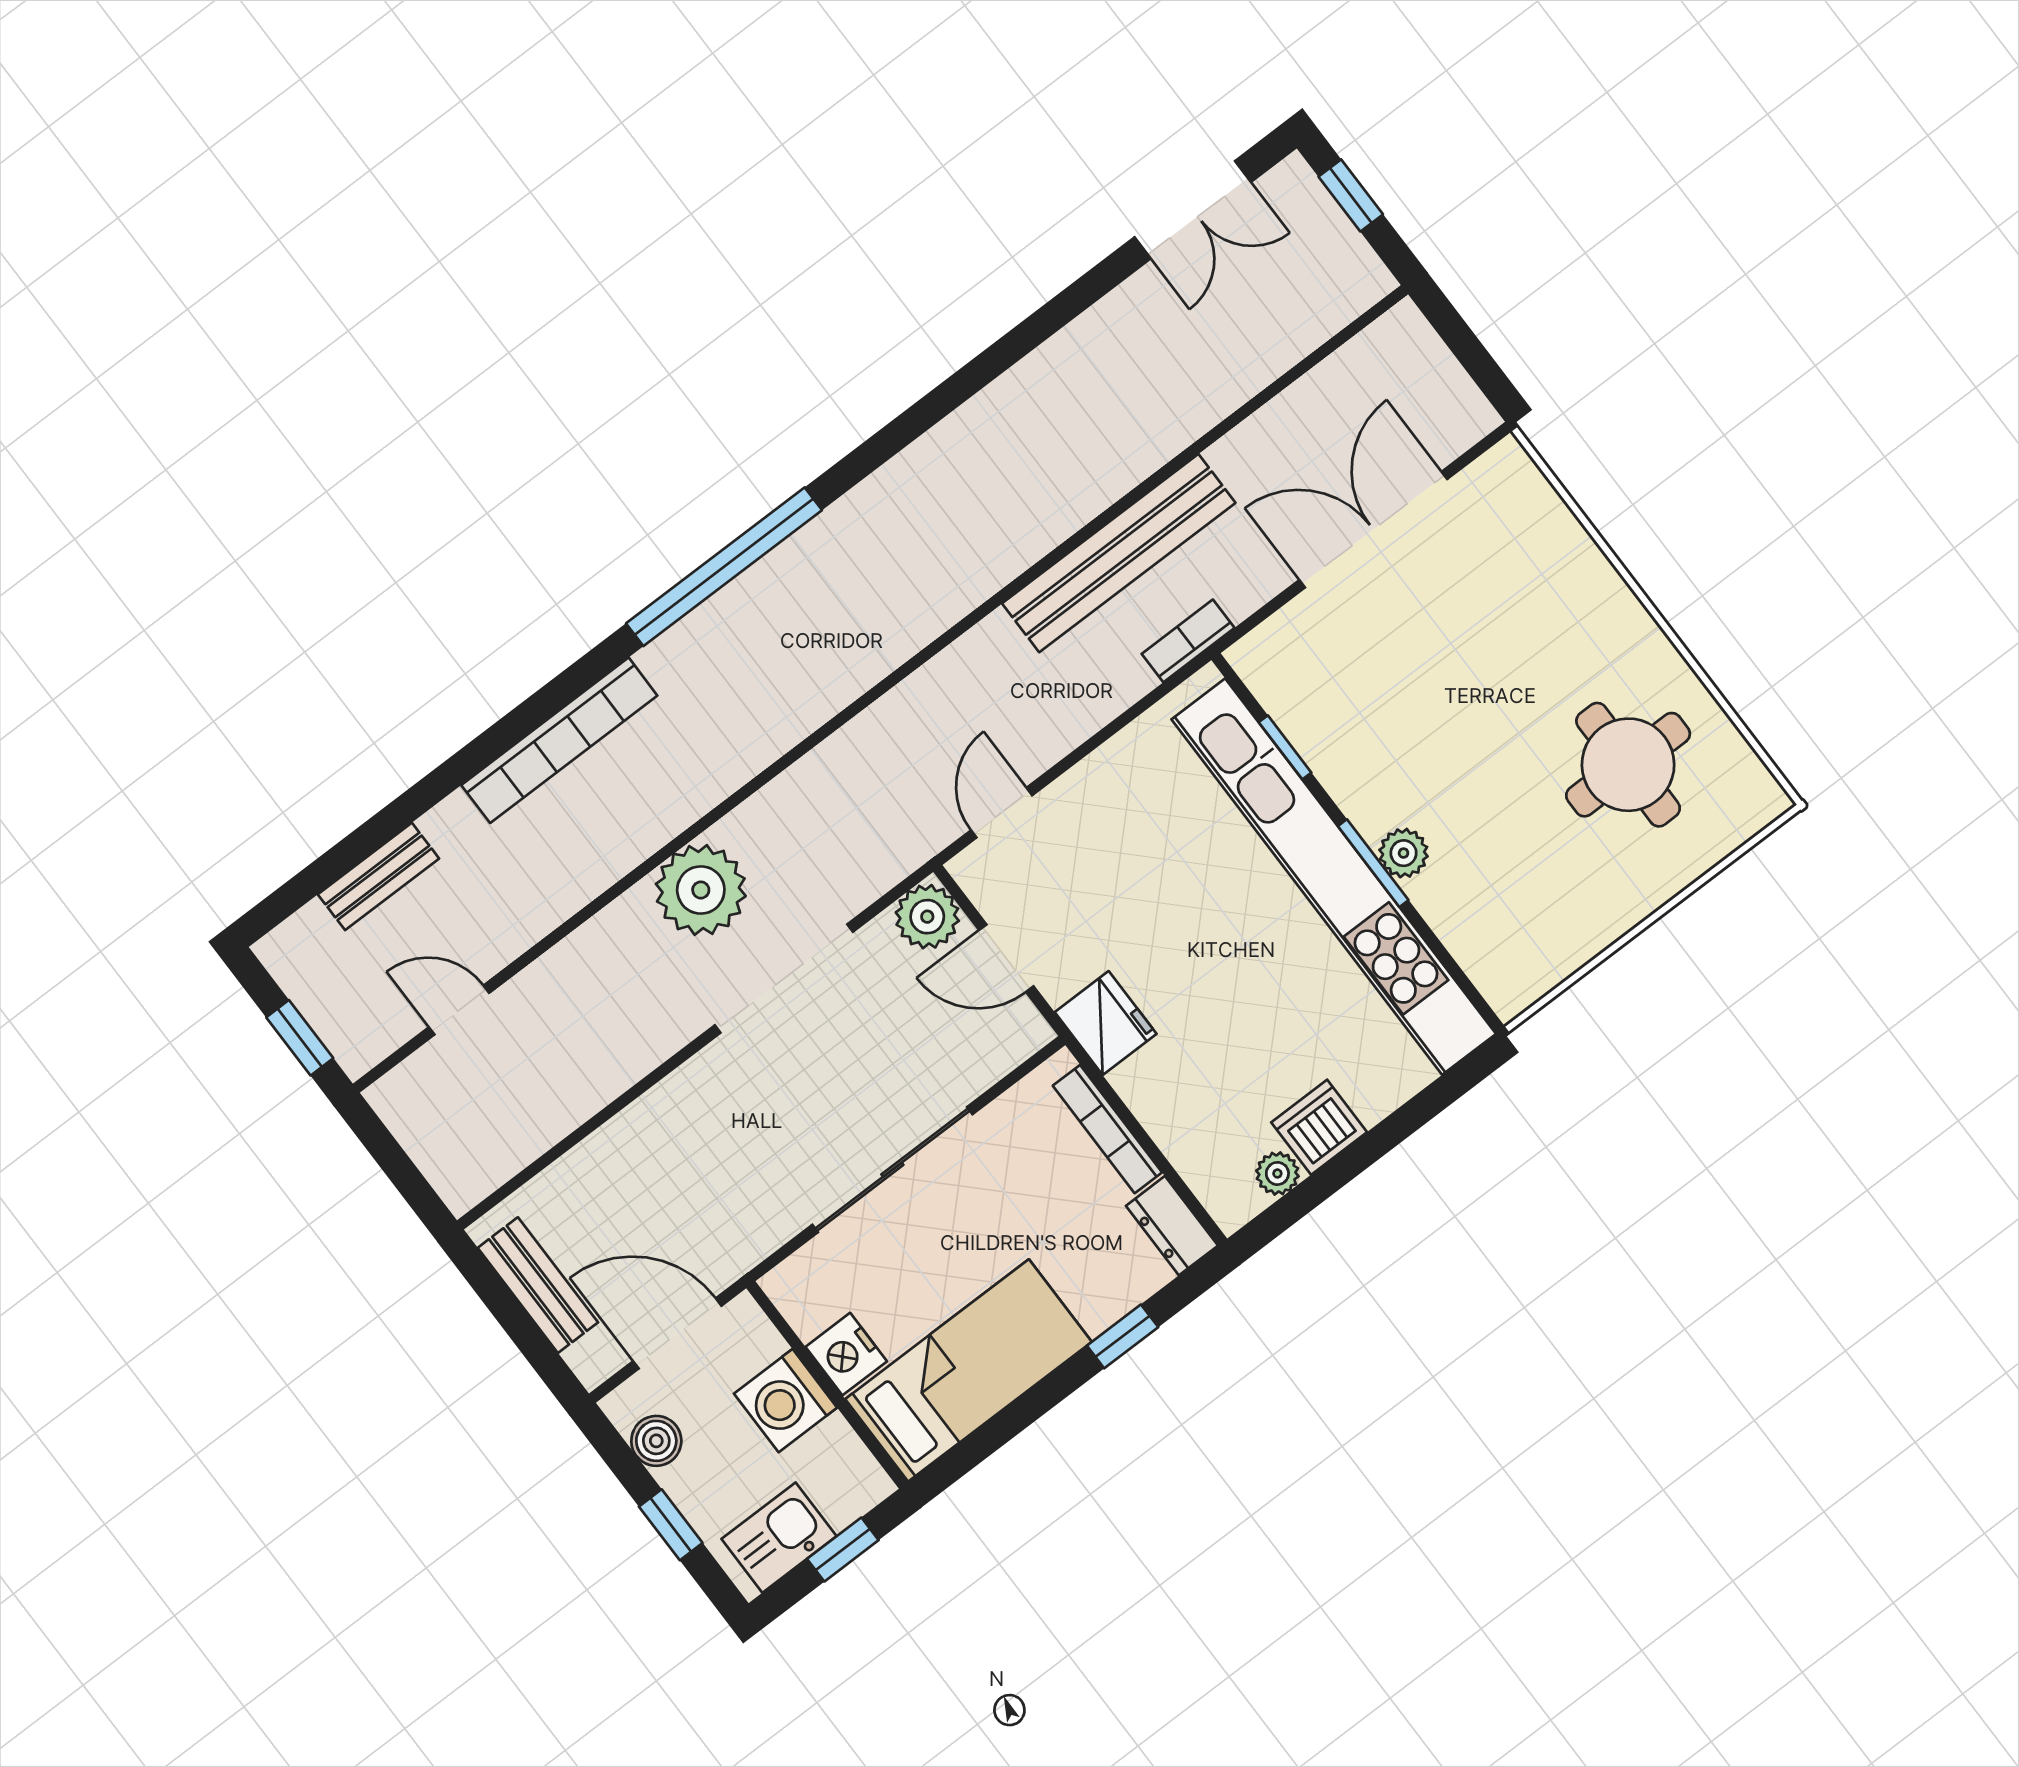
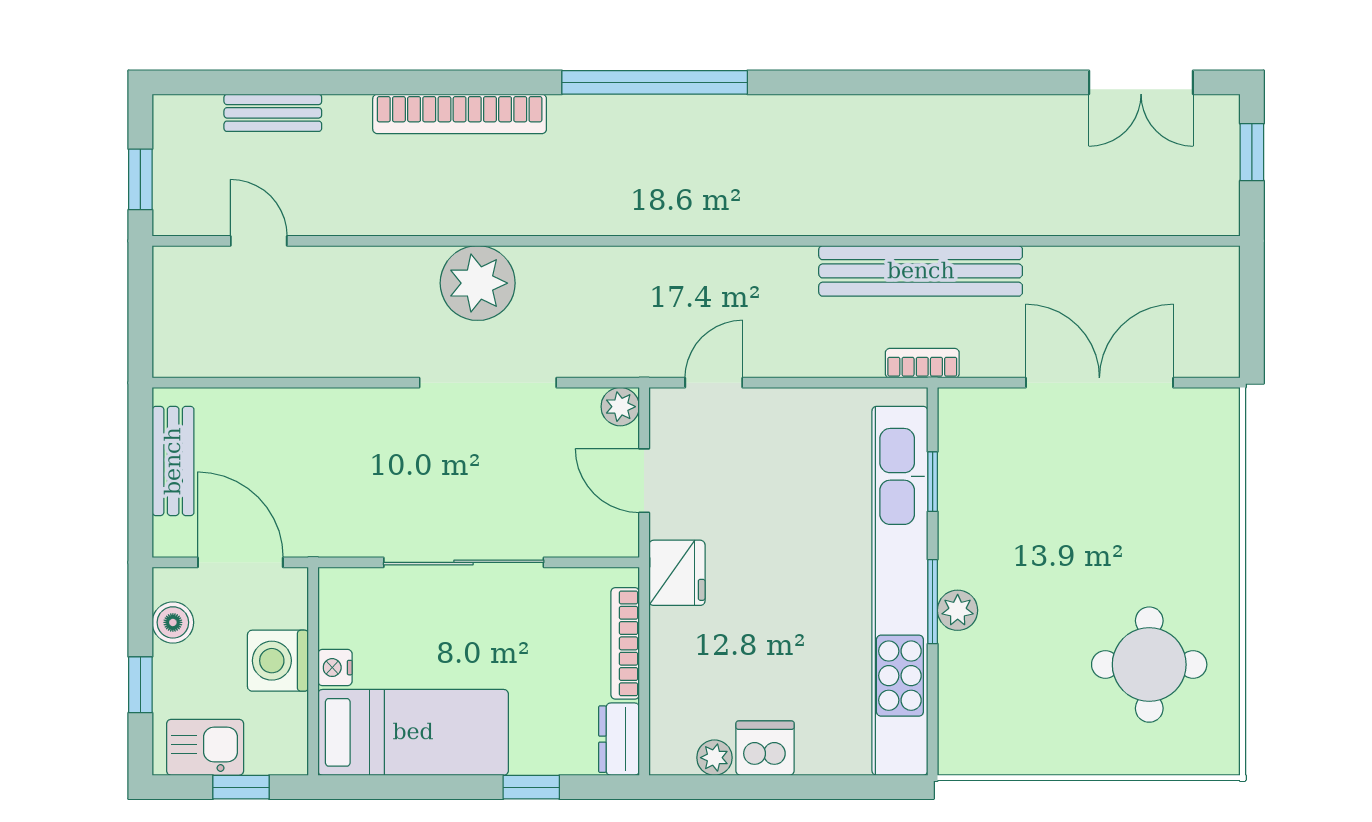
plant: (927, 917) -> (620, 407), width x0.73, depth x0.73
nightstand: (846, 1354) -> (335, 668), width x0.72, depth x0.74

